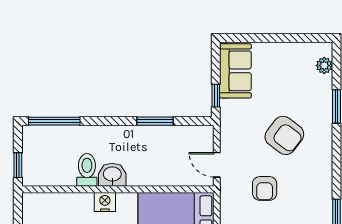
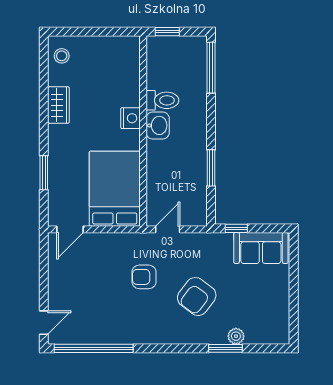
plant: (324, 66) -> (236, 336), moved

